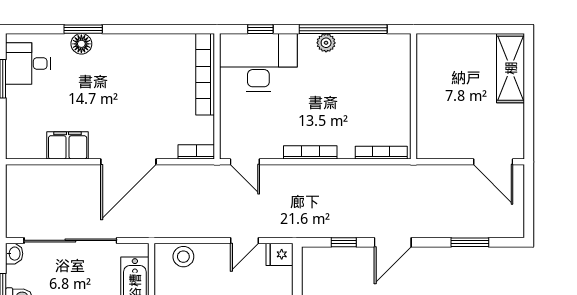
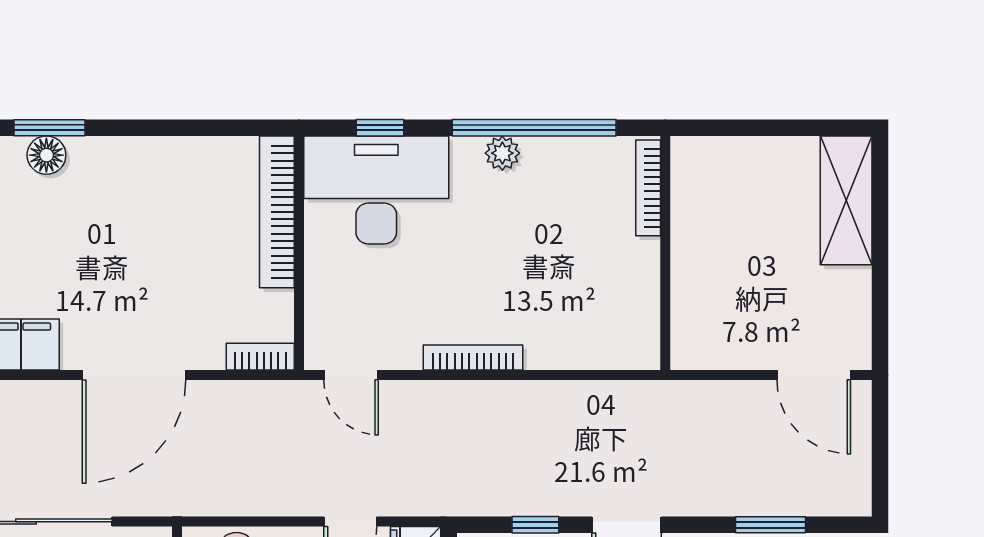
bookcase: (381, 153) -> (648, 188), moved, turned -90

